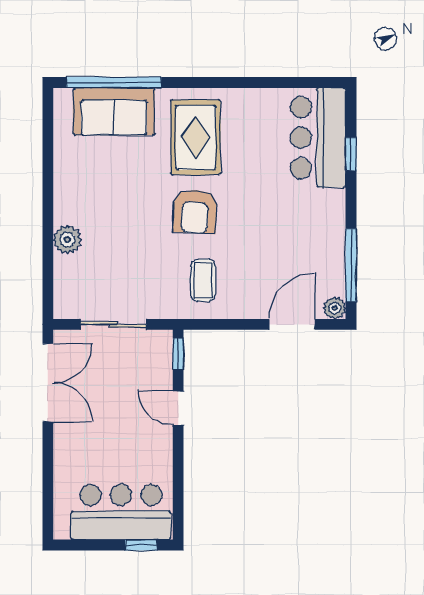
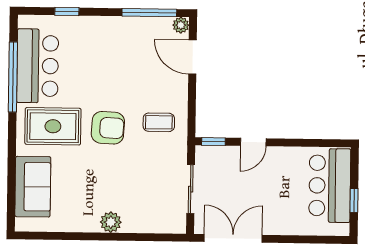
window: (114, 82) -> (13, 77), moved
bar counter: (318, 138) -> (38, 66), moved, turned -90
plant: (67, 240) -> (111, 222), moved
window: (141, 545) -> (354, 200), moved

